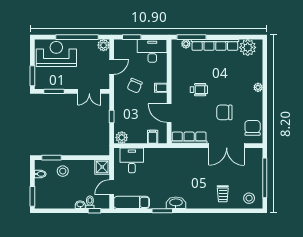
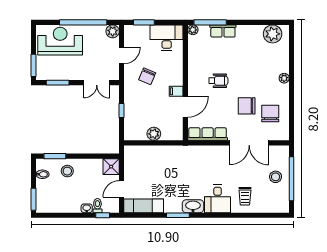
plant: (186, 44) -> (193, 30), moved
row of seats: (215, 45) -> (223, 31), width x0.50
filing cabinet: (161, 88) -> (176, 91), moved
door: (169, 113) -> (185, 107), swing flipped
chair: (253, 128) -> (270, 113), moved
plant: (122, 137) -> (154, 134), moved
filing cabinet: (153, 137) -> (167, 133), removed
desk: (132, 160) -> (218, 199), moved, turned 180
stool: (249, 198) -> (276, 177), moved

